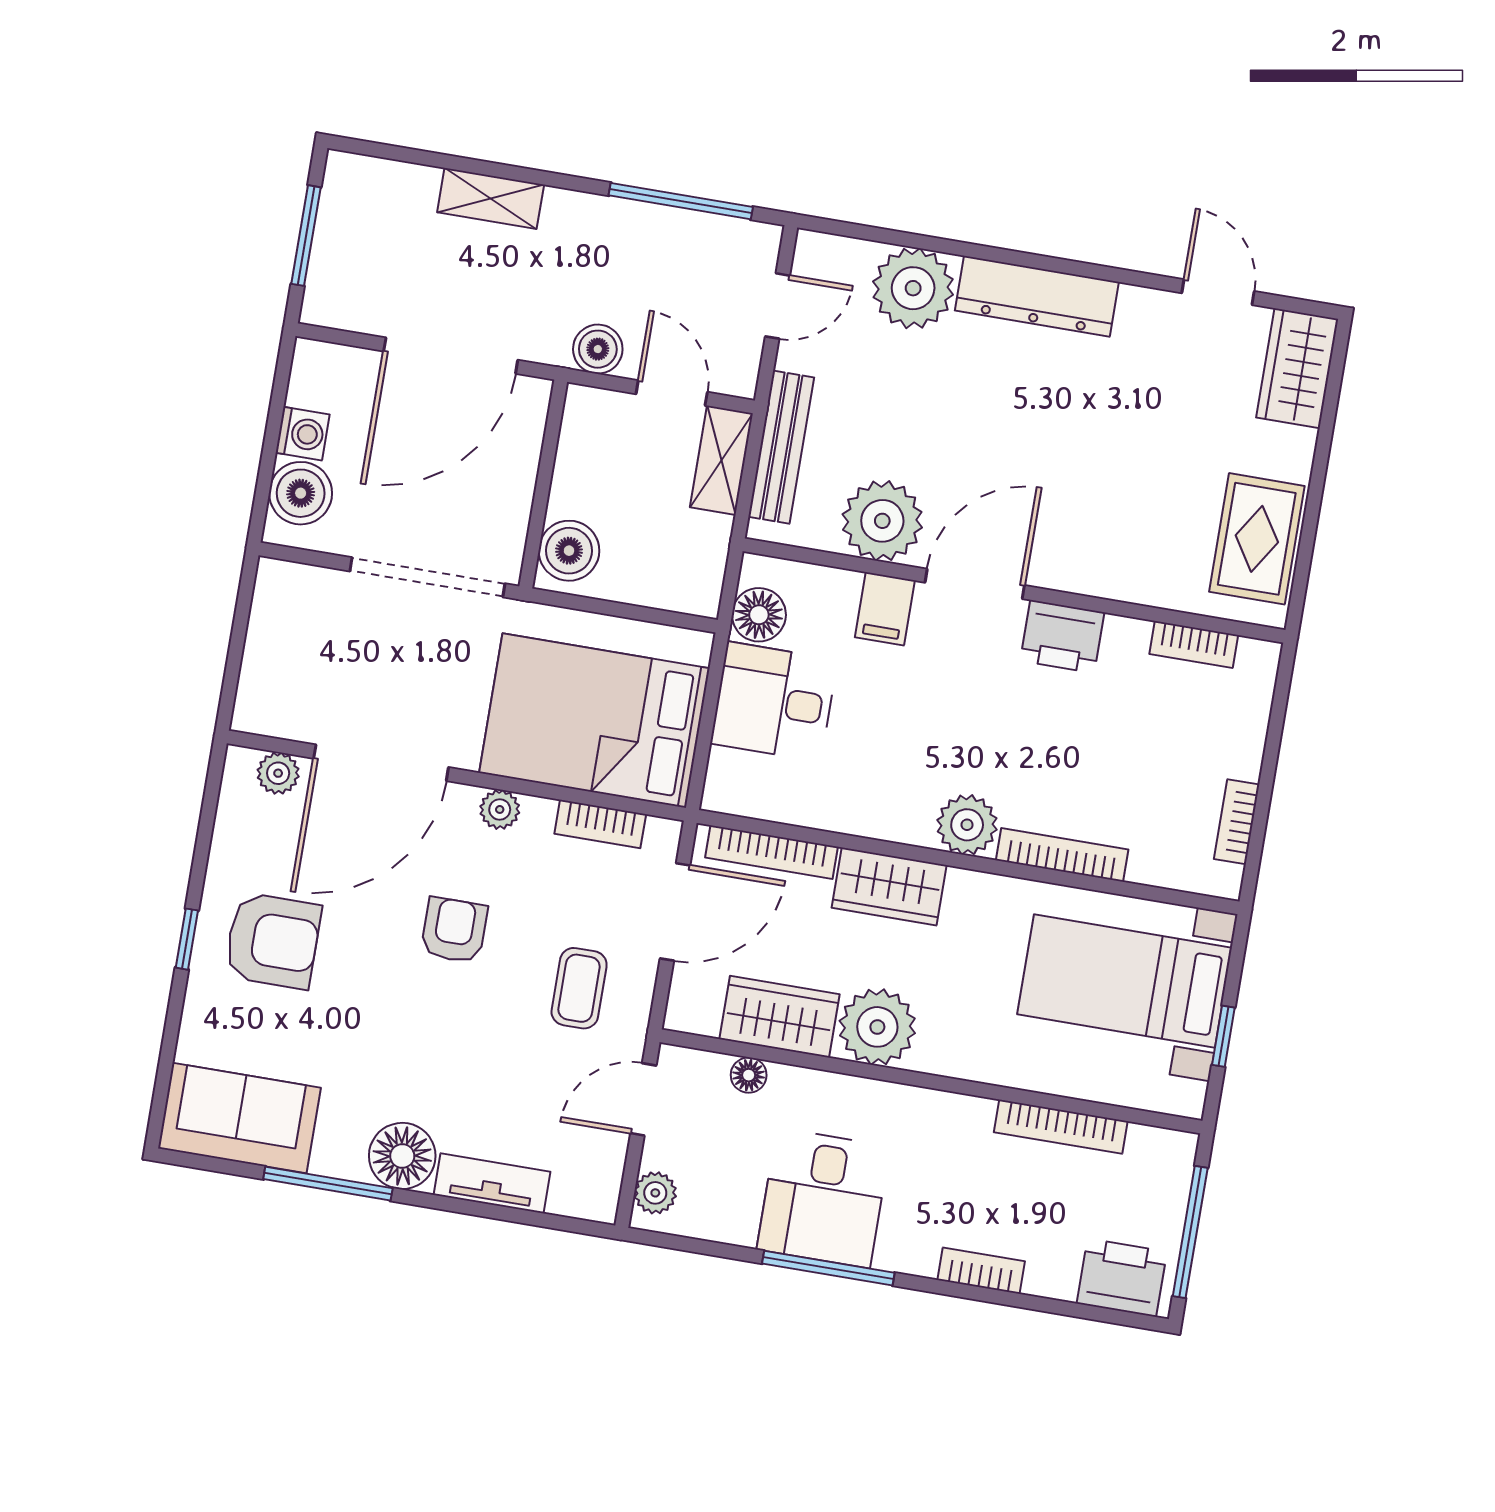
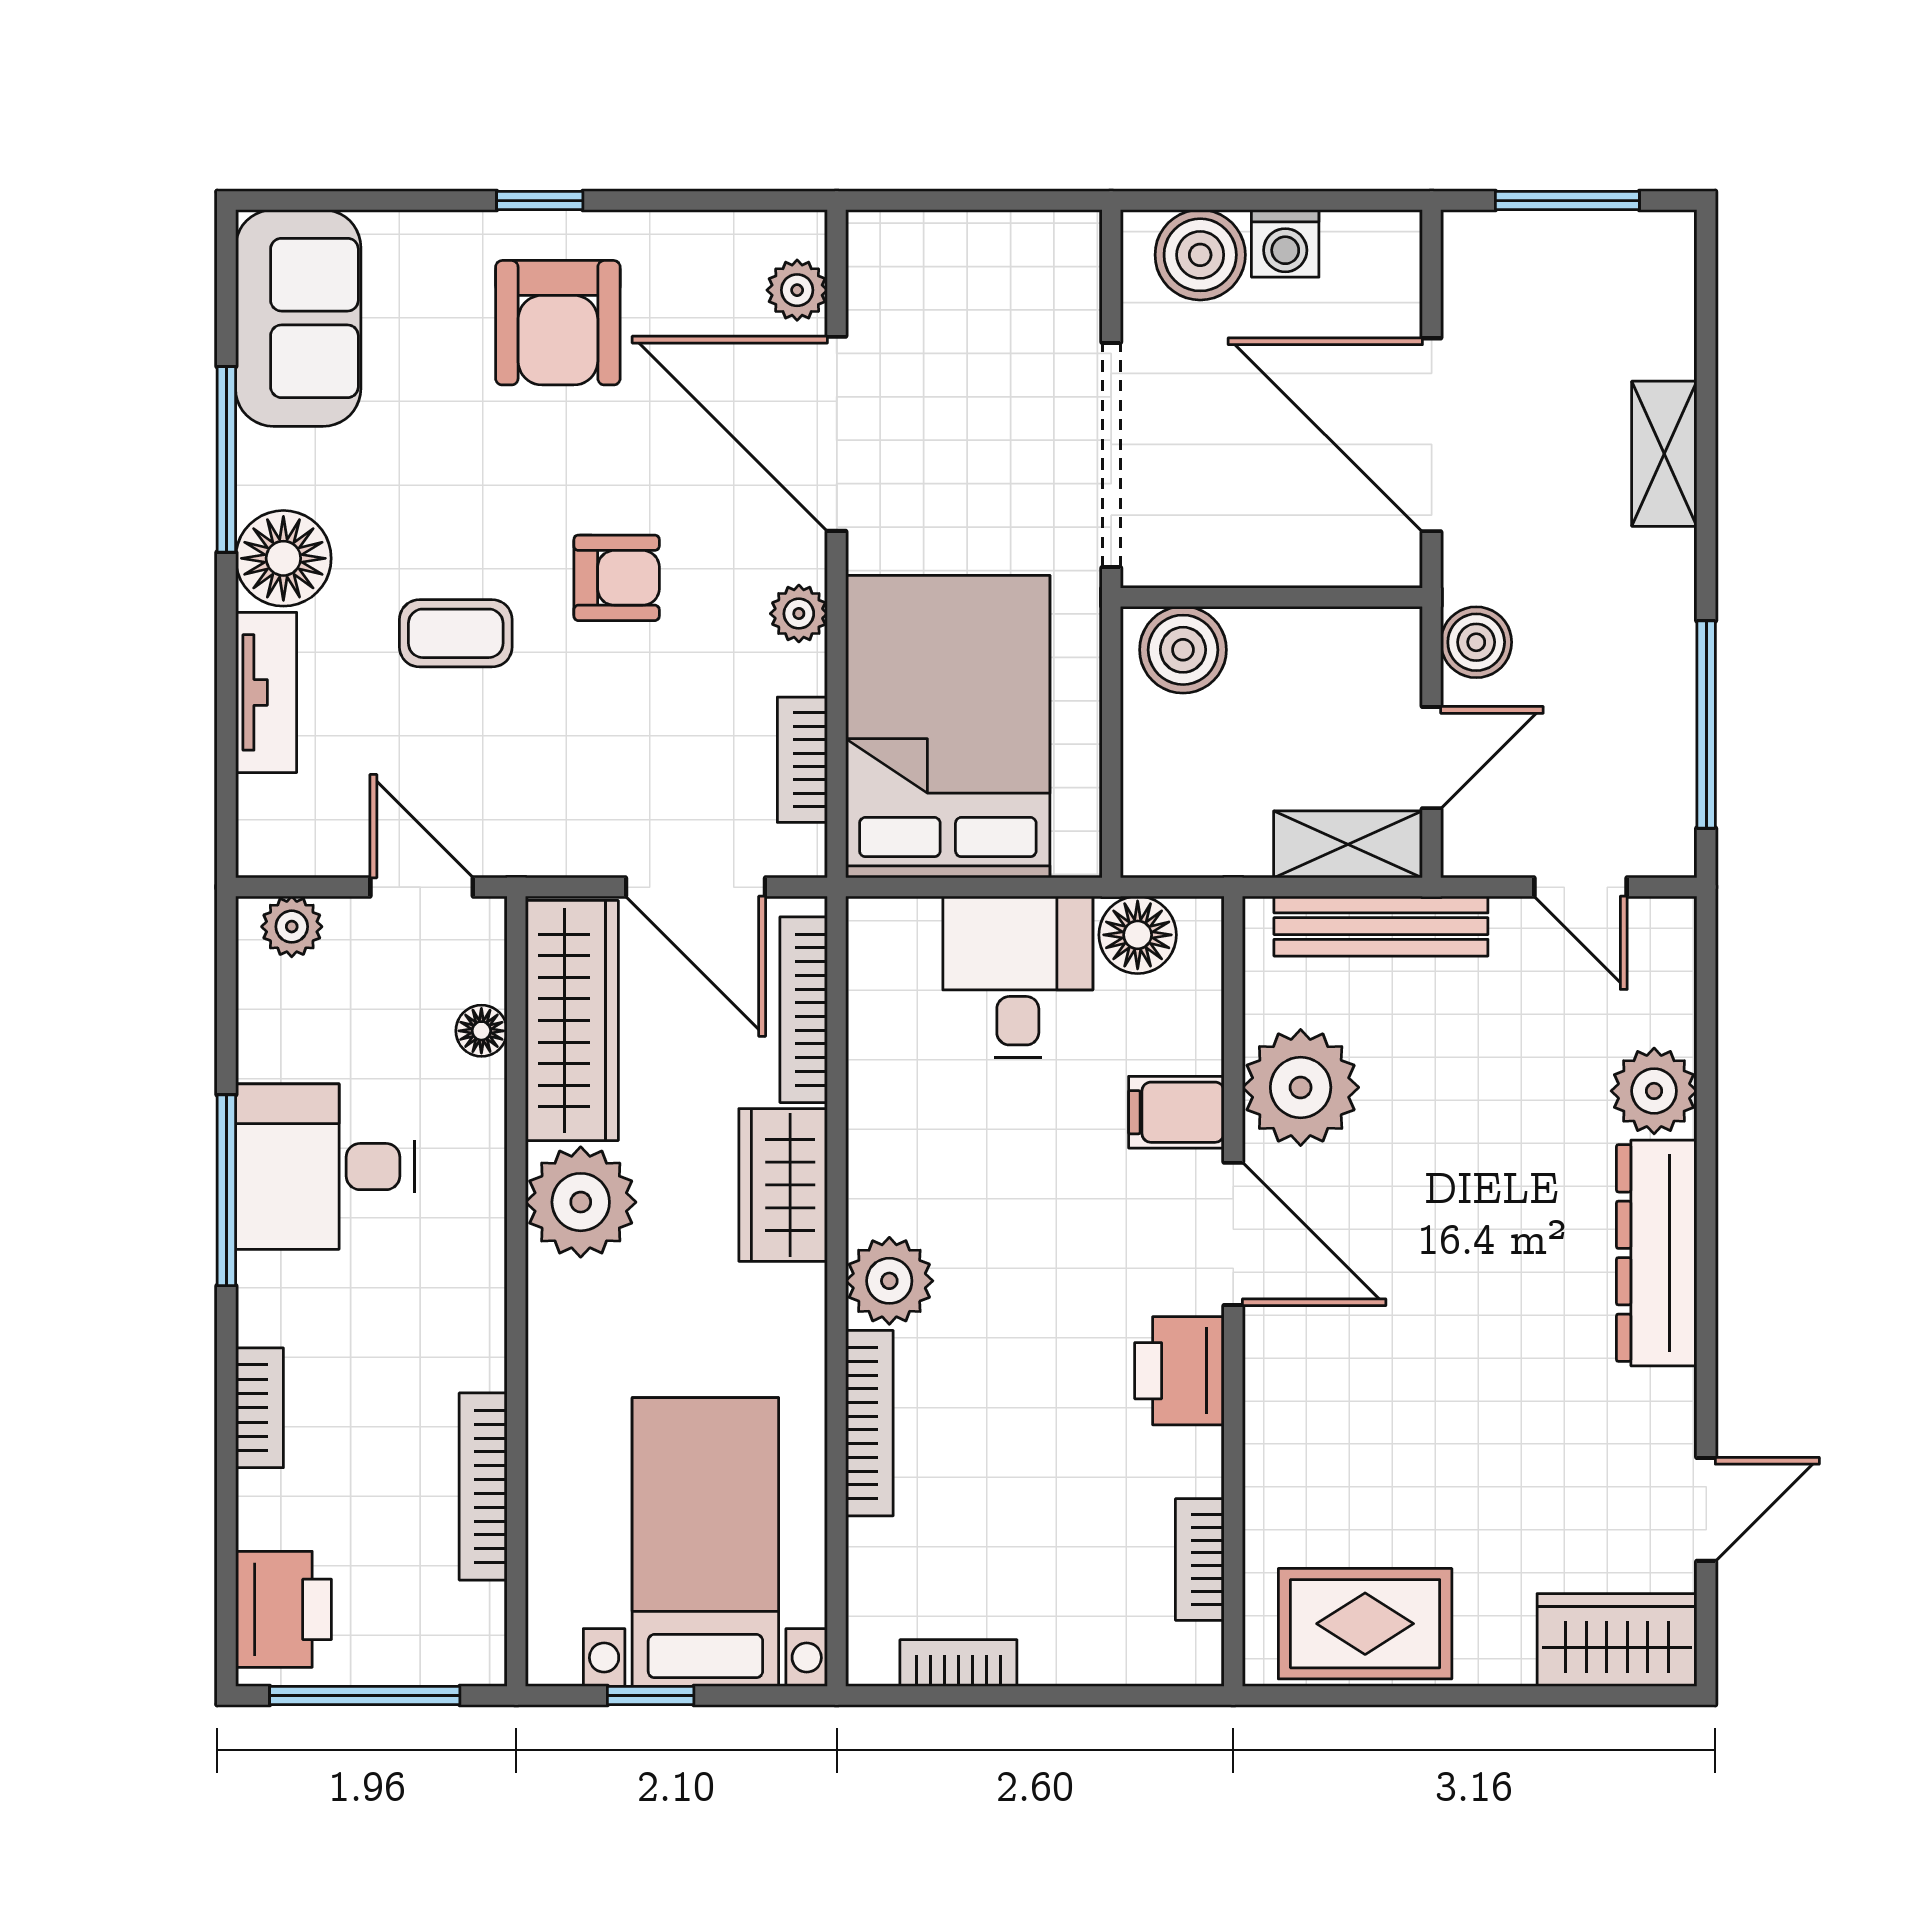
plant: (913, 288) -> (1654, 1091), width x0.73, depth x0.73
coffee table: (579, 988) -> (456, 633), moved
wardrobe: (779, 1017) -> (572, 1021), width x1.50

